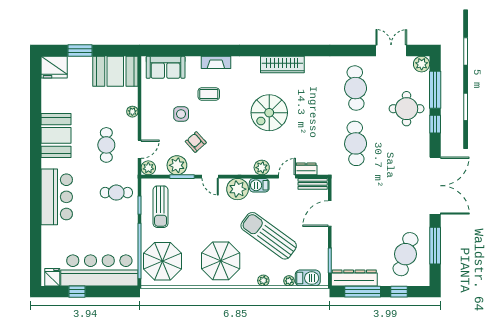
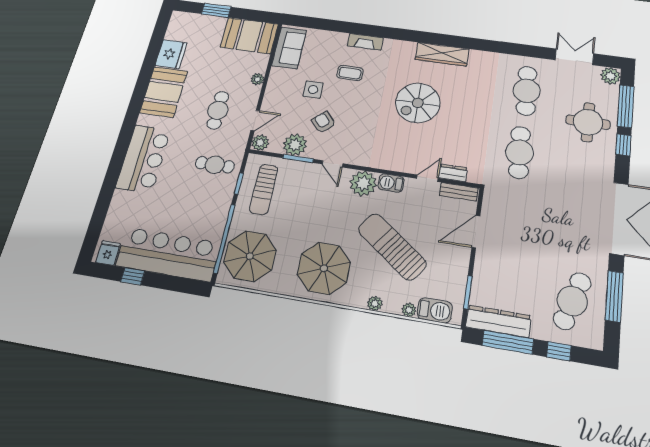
fridge: (54, 67) -> (171, 54), moved, turned -90
sofa: (166, 67) -> (289, 48), moved, turned -90
plant: (262, 168) -> (398, 163), removed

